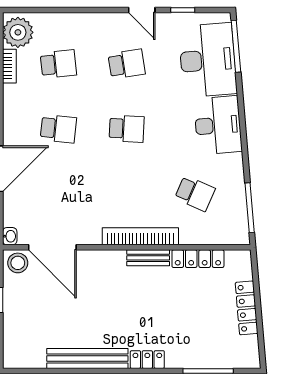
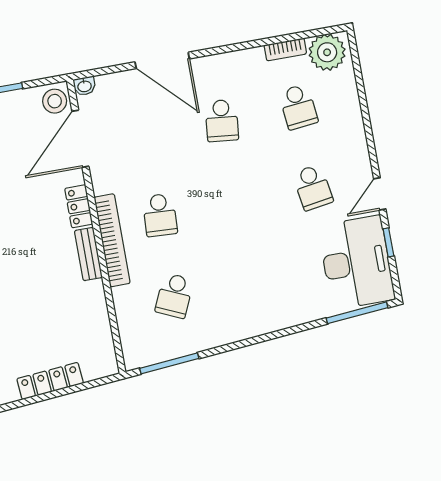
desk: (208, 60) -> (356, 263), moved, turned -85
desk: (218, 125) -> (260, 308), removed
school desk: (127, 129) -> (160, 215), moved
locker: (198, 259) -> (79, 206), moved, width x0.66

